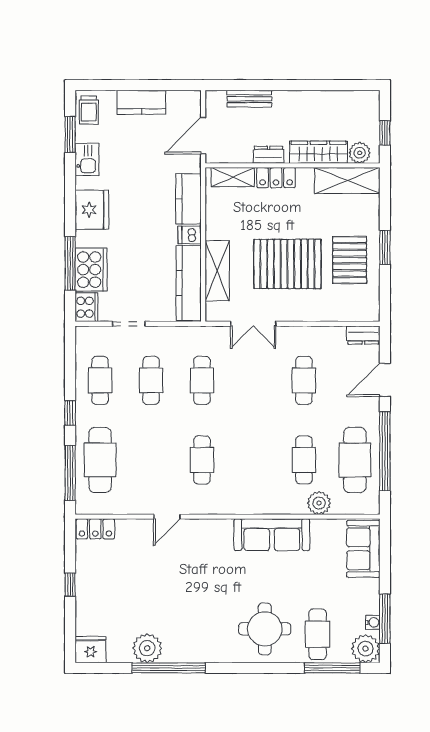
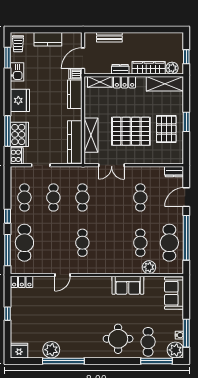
dishwasher: (190, 235) -> (75, 74), moved
sofa: (272, 535) -> (128, 285), width x0.73

